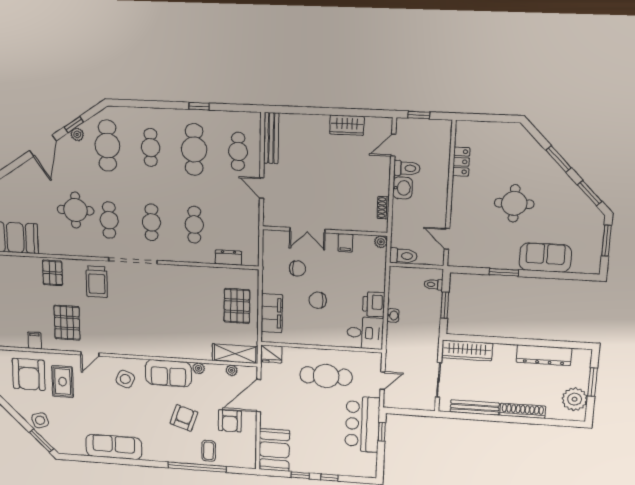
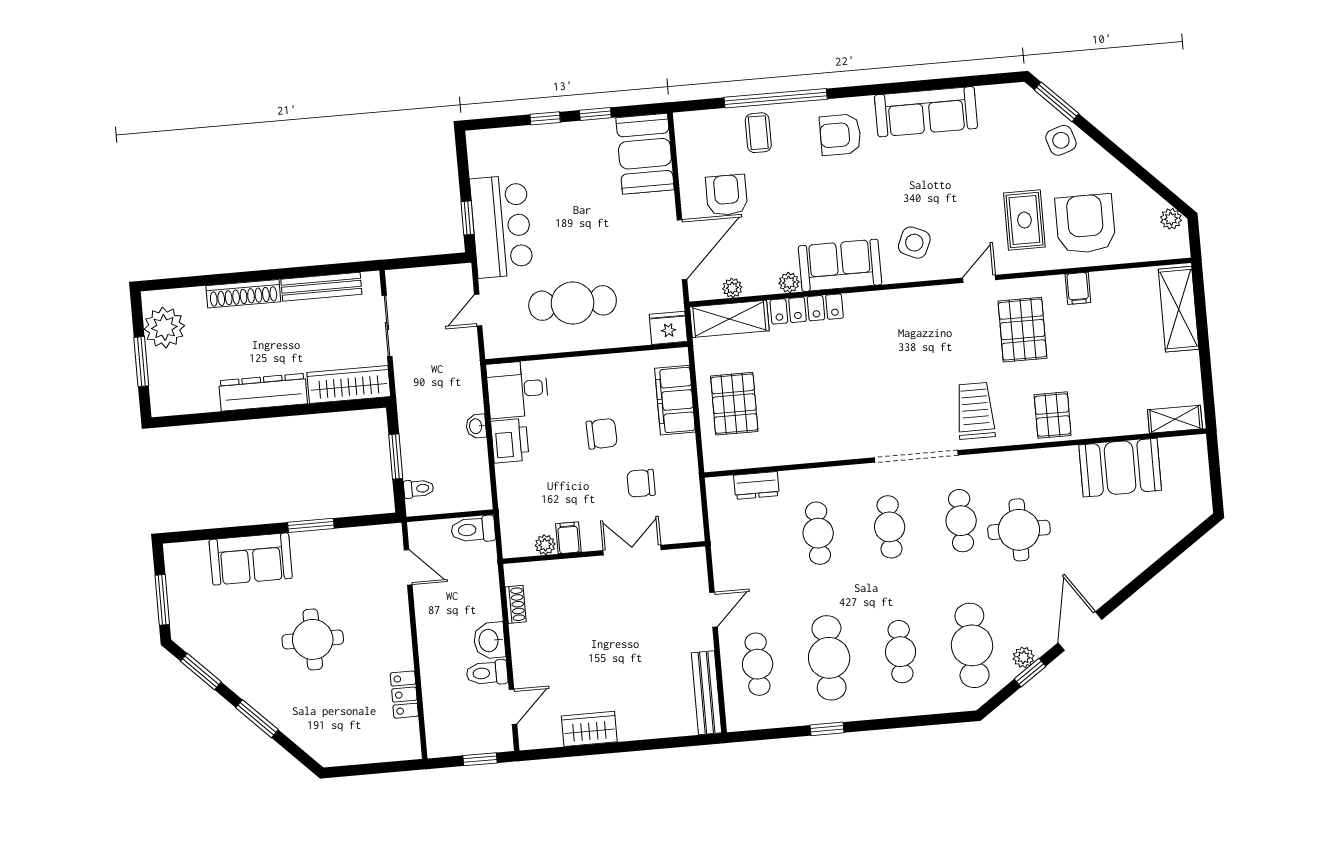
door: (262, 188) -> (713, 610), hinge flipped
plant: (381, 242) -> (545, 545), moved
locker: (190, 352) -> (807, 309), added
dresser: (544, 355) -> (263, 392), moved
armchair: (184, 418) -> (840, 135), moved, turned 72

